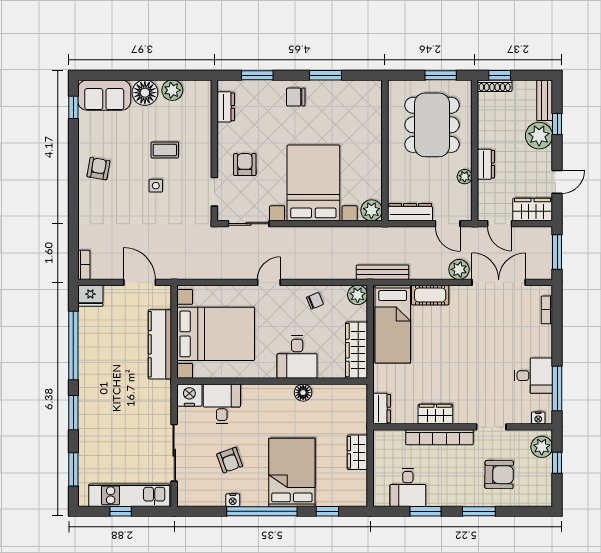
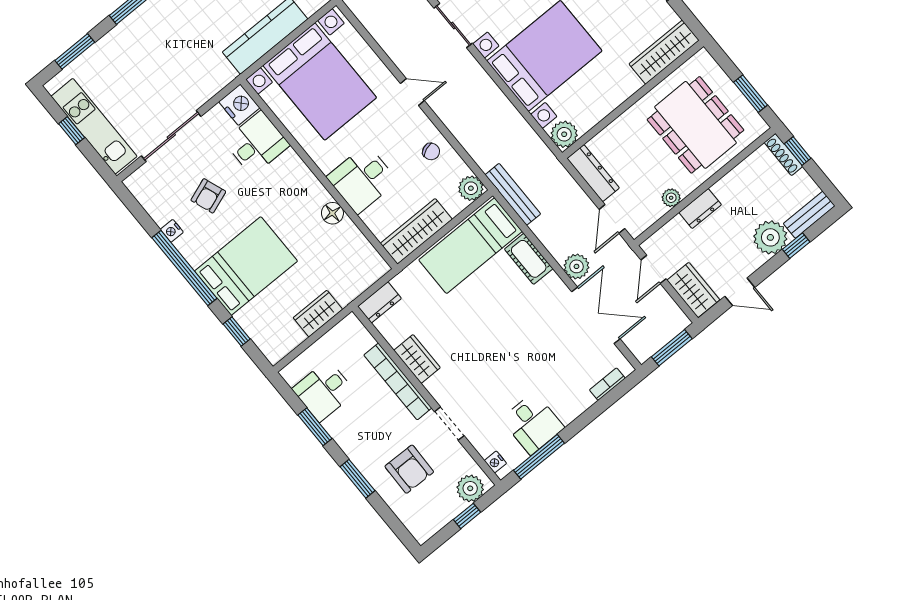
wardrobe: (371, 107) -> (664, 52), added
dining table: (432, 125) -> (695, 125), turned 90

